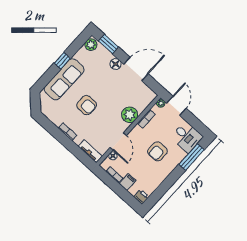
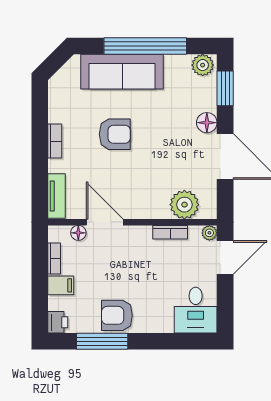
window: (62, 61) -> (145, 46), width x3.17
armchair: (87, 105) -> (115, 134), turned -90
plant: (130, 115) -> (184, 205), moved
door: (118, 141) -> (105, 222), swing flipped
armchair: (157, 151) -> (117, 315), moved
window: (191, 157) -> (102, 341), moved

